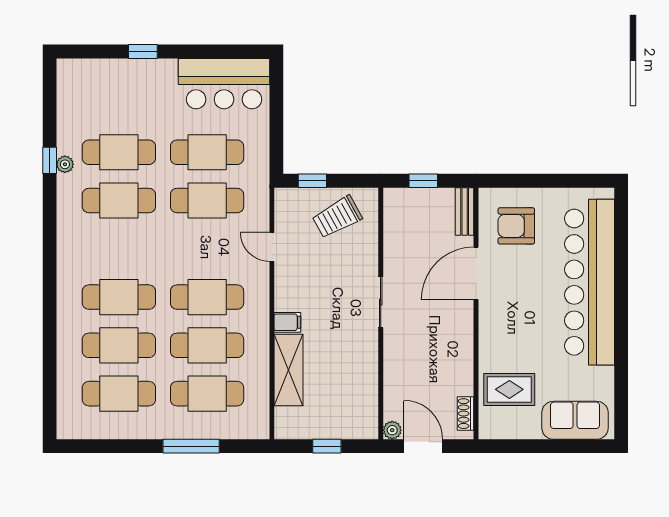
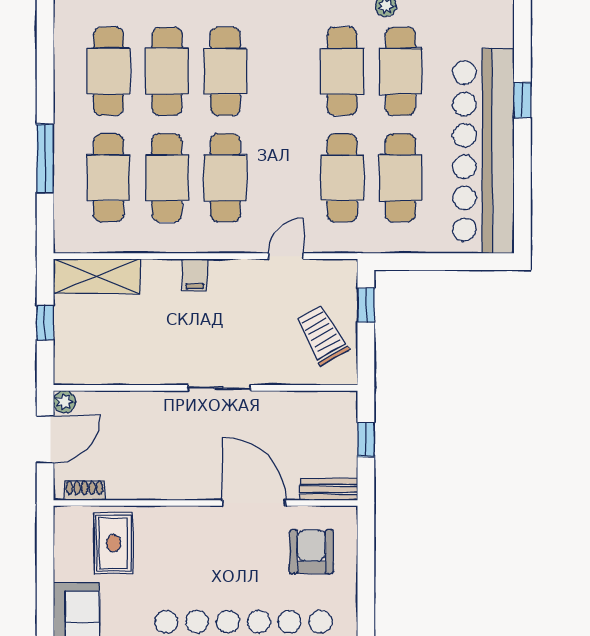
bar counter: (224, 84) -> (483, 151), width x1.86
shelving: (288, 370) -> (97, 276), moved

